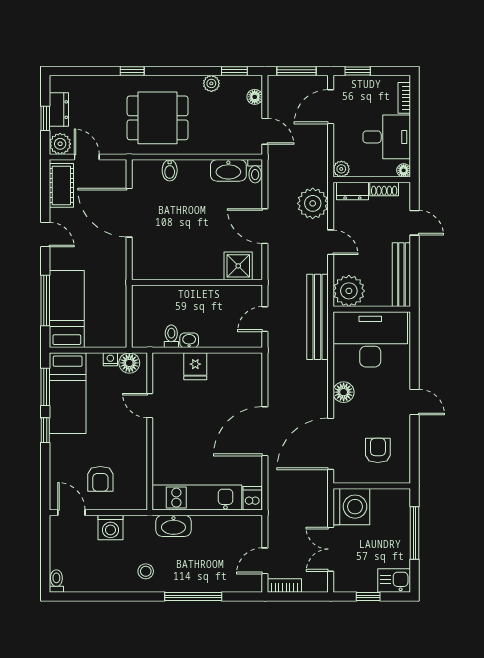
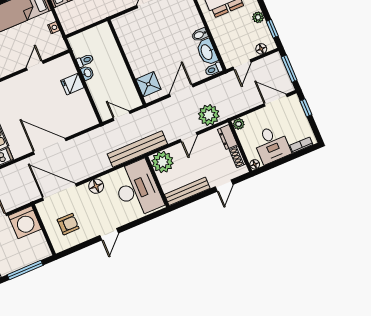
bidet: (170, 170) -> (200, 35), moved
floor lamp: (129, 363) -> (56, 41), removed

